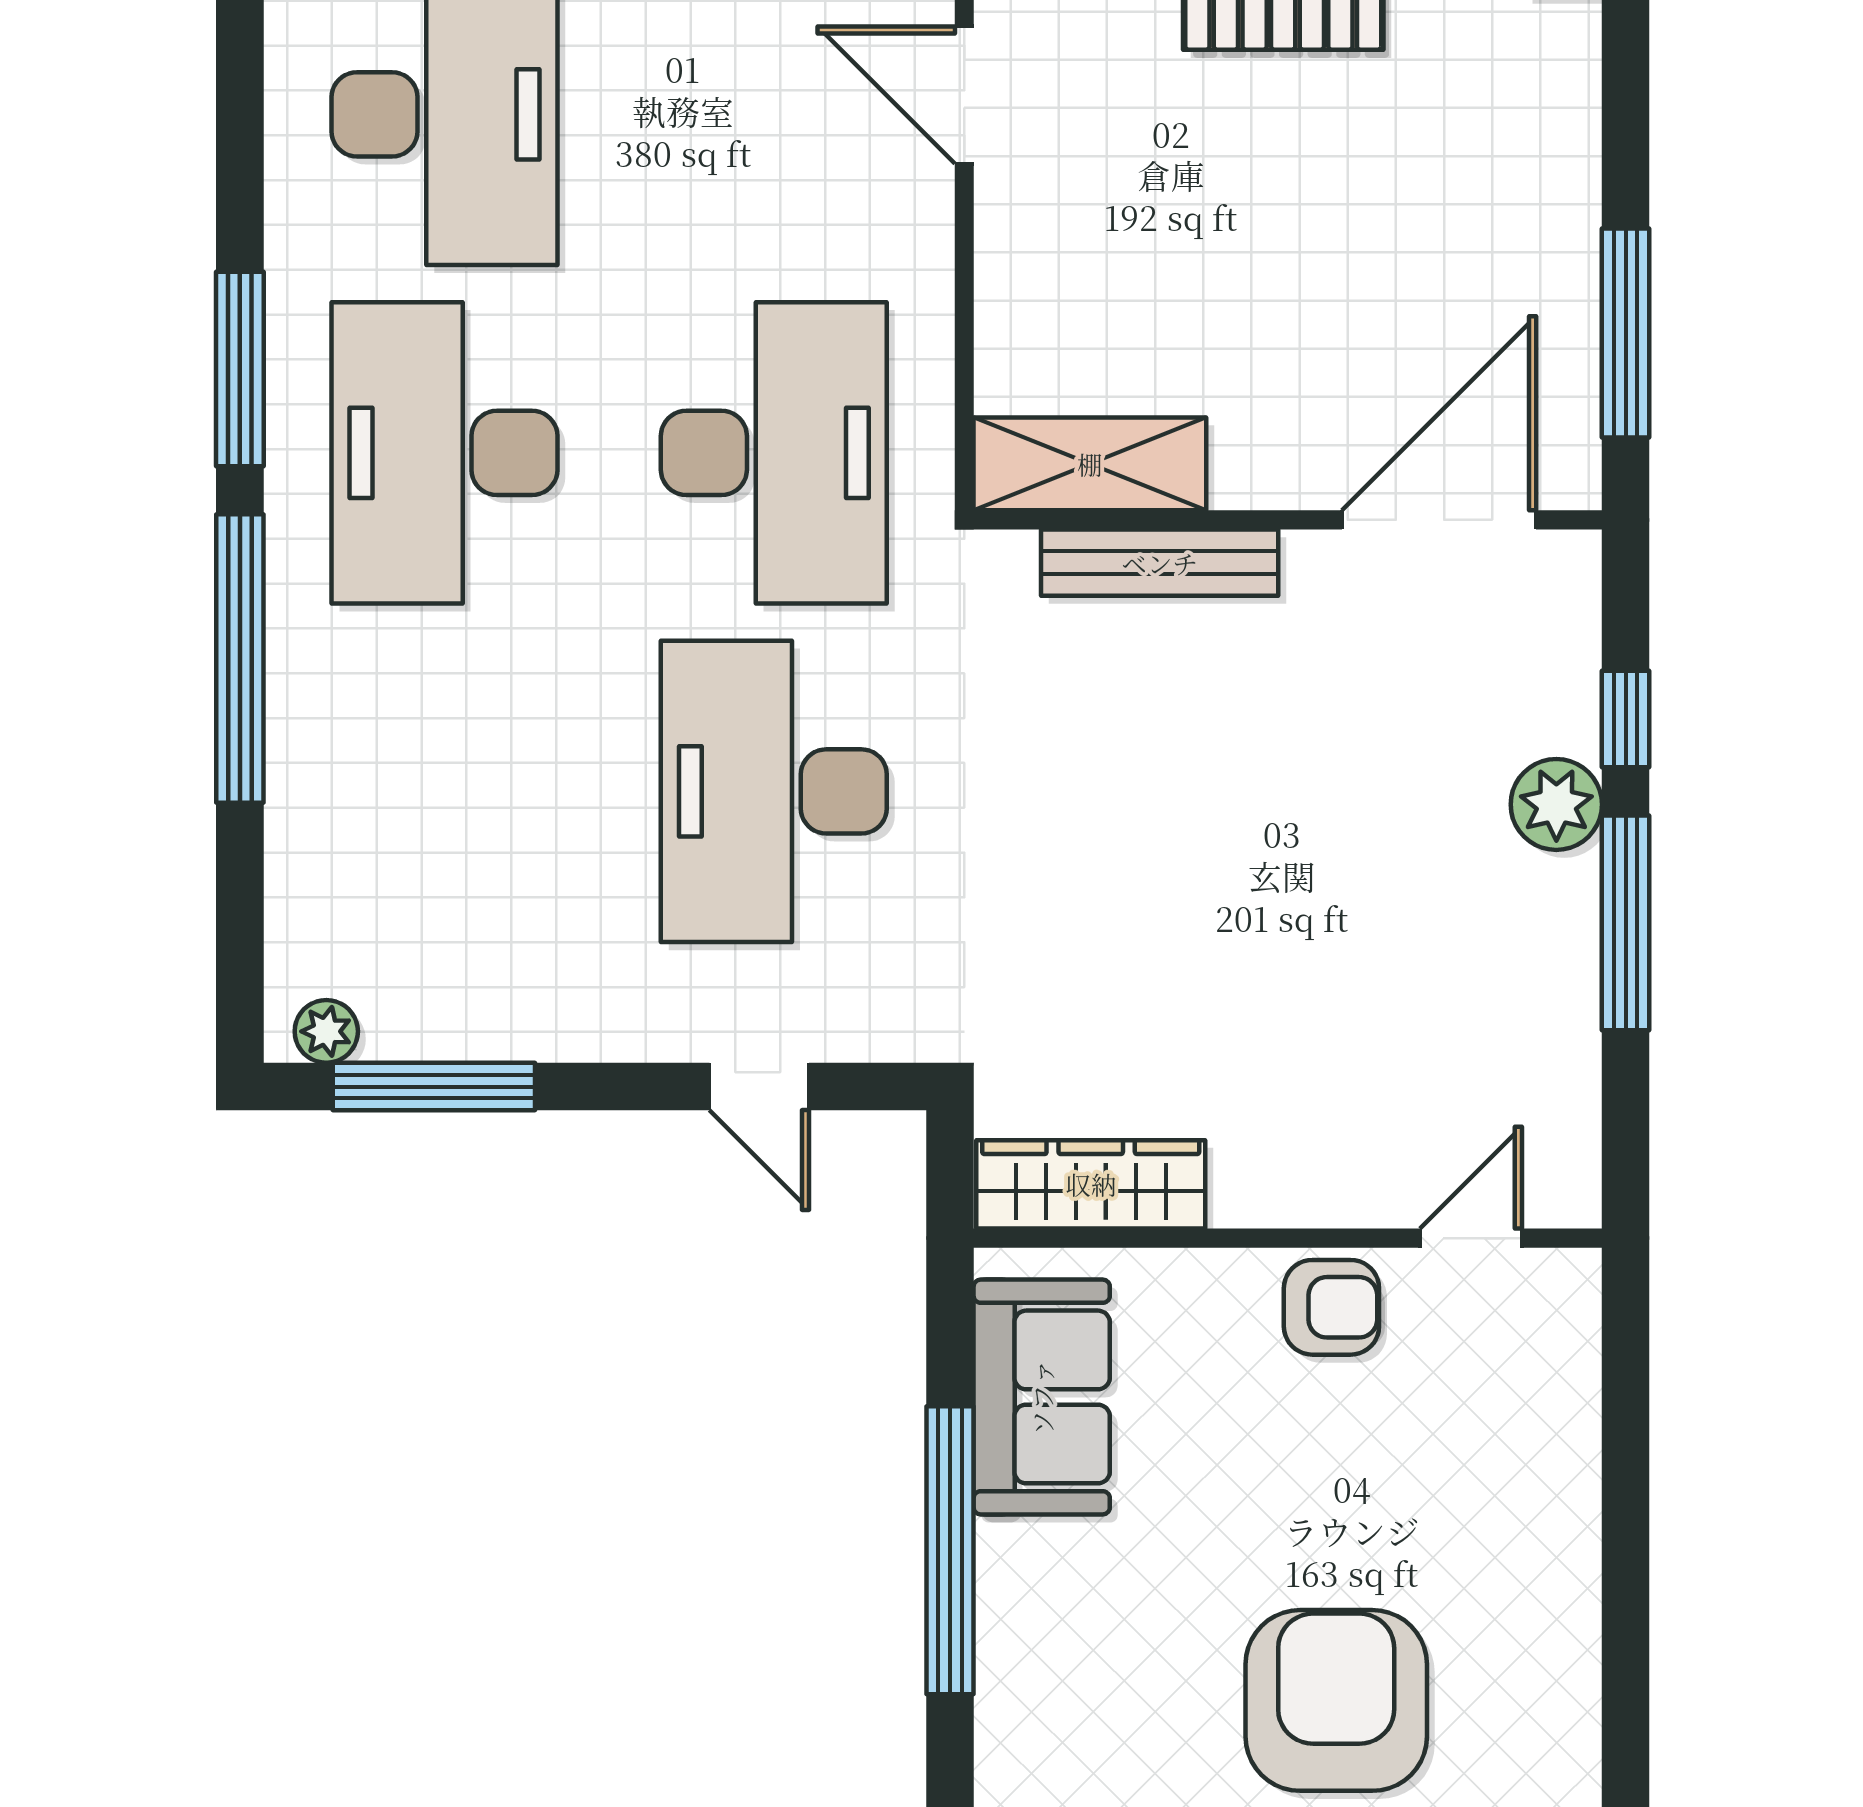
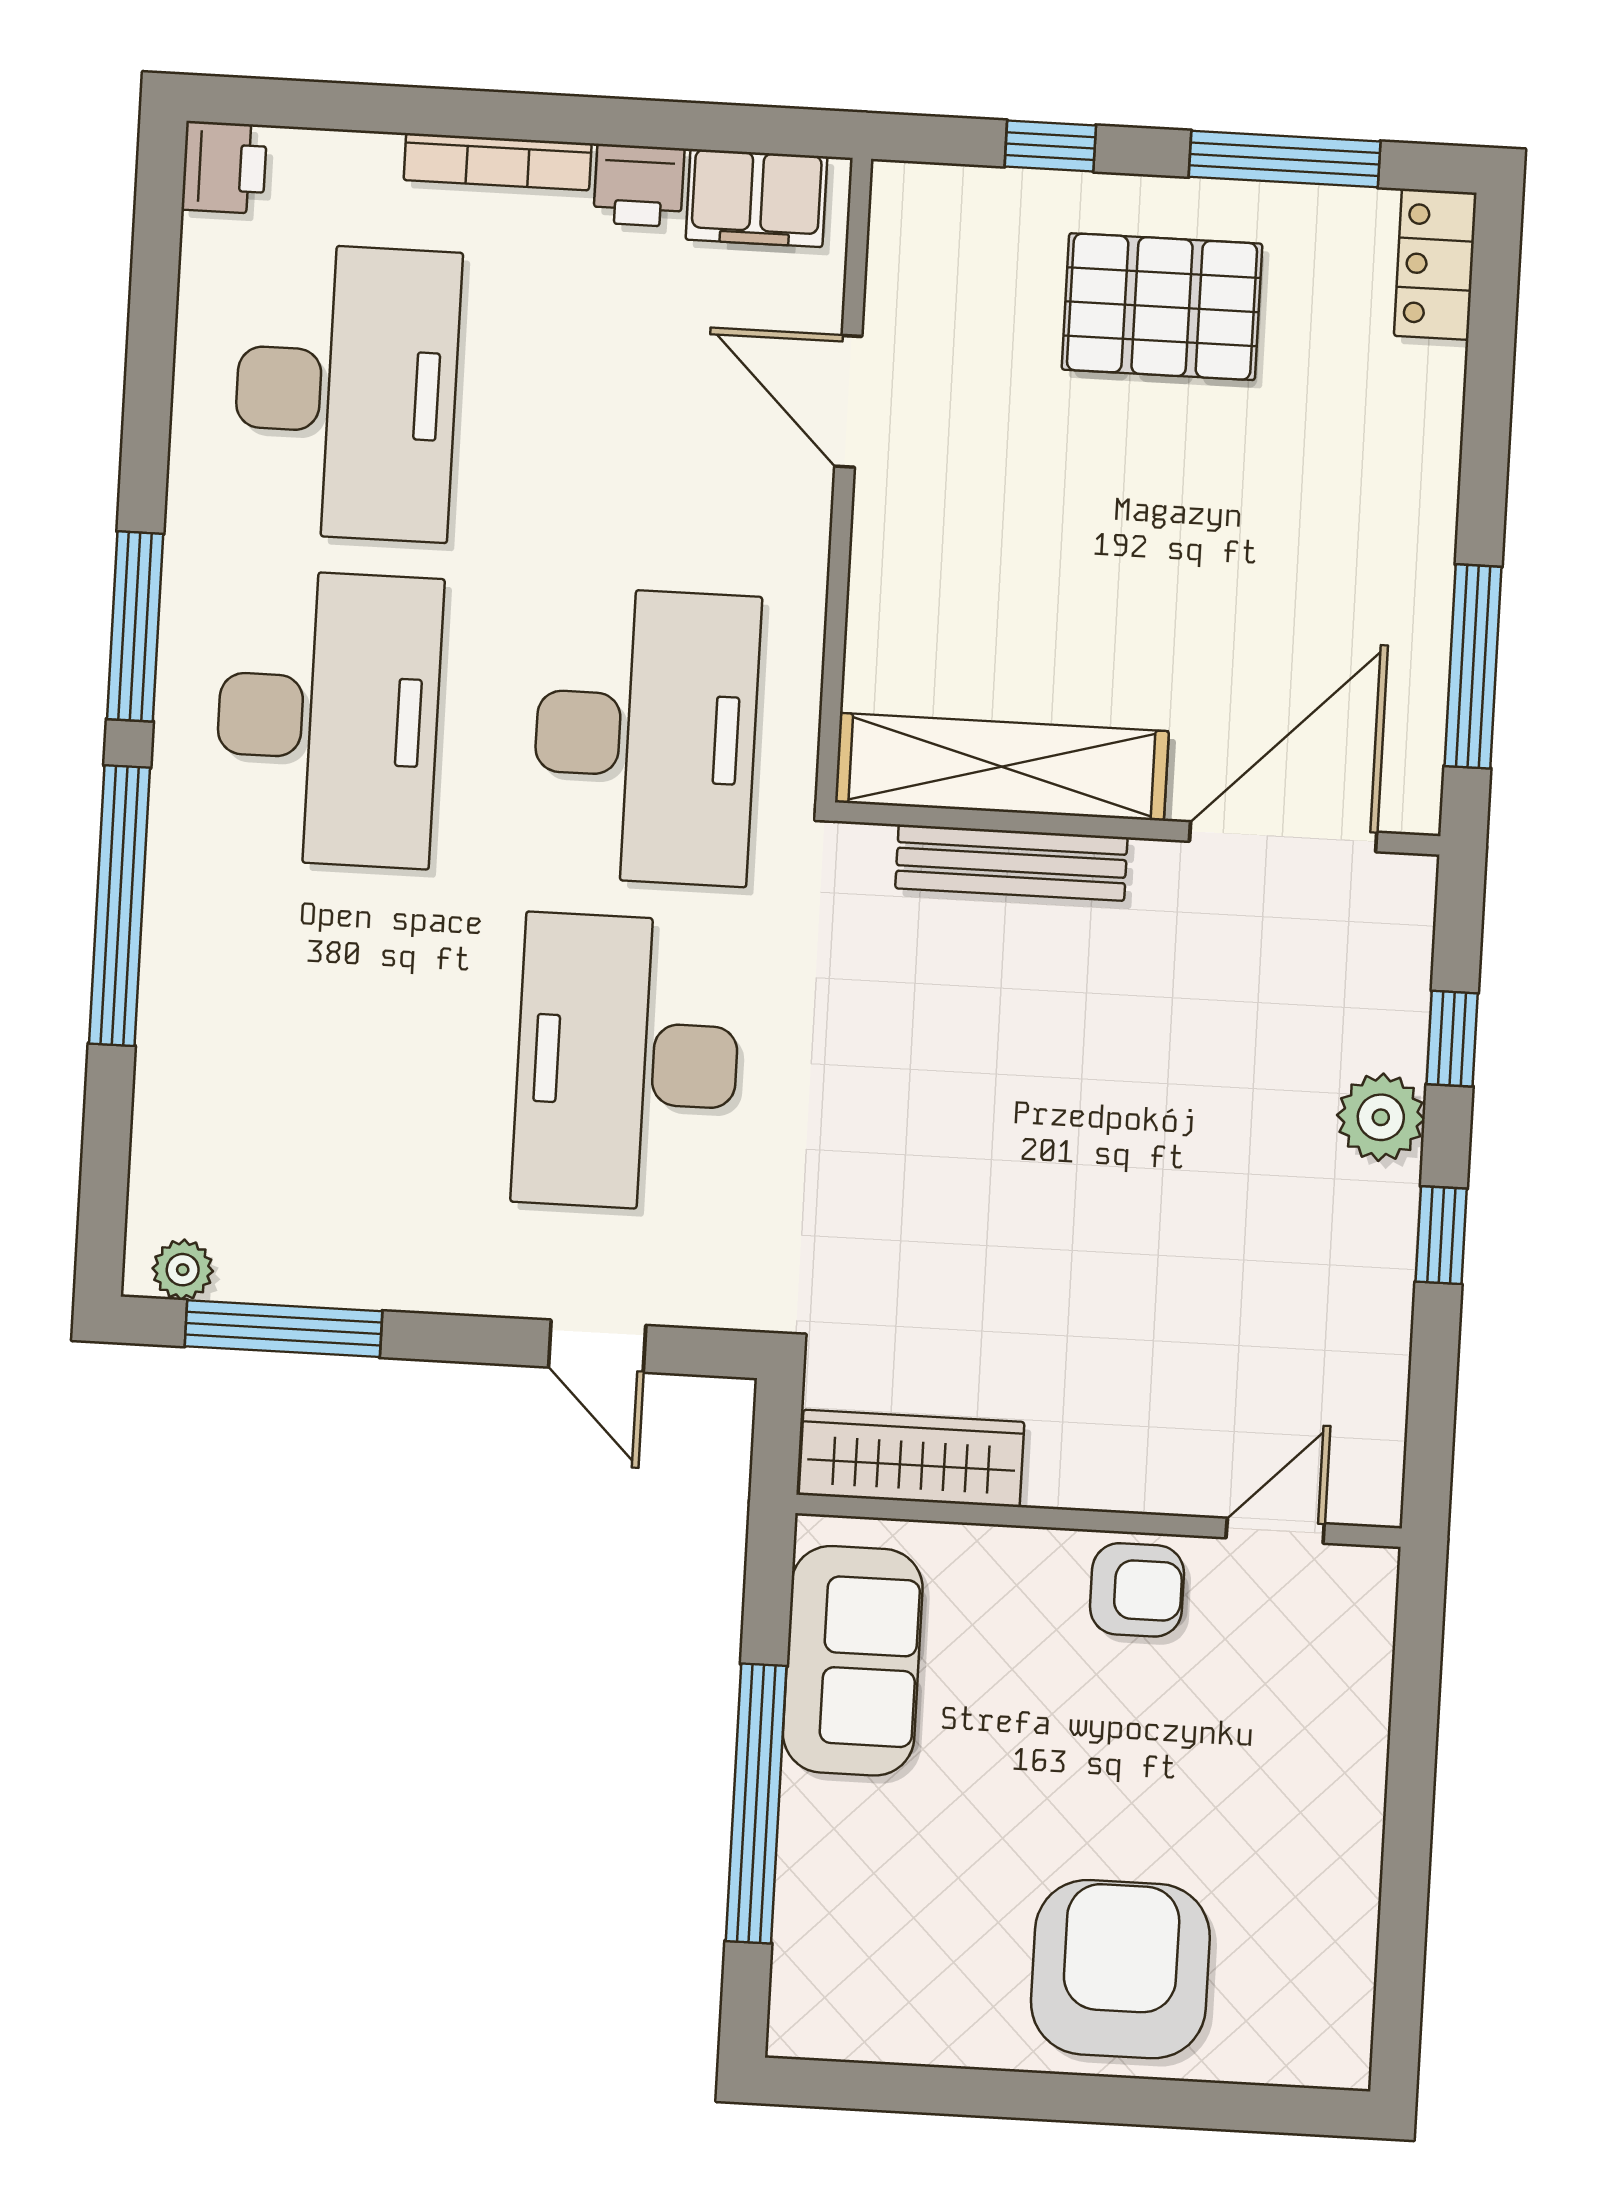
desk: (444, 453) -> (328, 718), turned 180
shelving: (1090, 464) -> (1002, 767), width x1.47
window: (1626, 923) -> (1441, 1235), width x0.46

